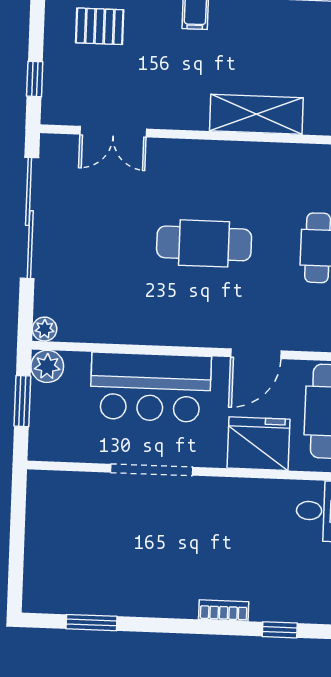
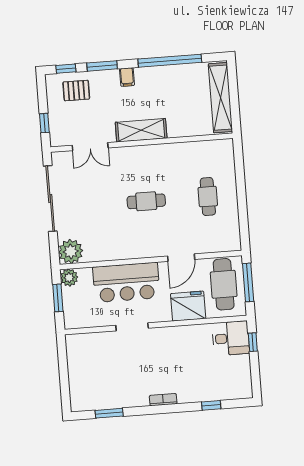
shelving: (256, 114) -> (141, 130), moved
cafe table: (204, 243) -> (146, 201), width x0.73, depth x0.74
plant: (45, 329) -> (71, 251), width x1.88, depth x1.88
doorway: (152, 470) -> (132, 327), width x0.73
bookcase: (224, 610) -> (163, 400), moved

